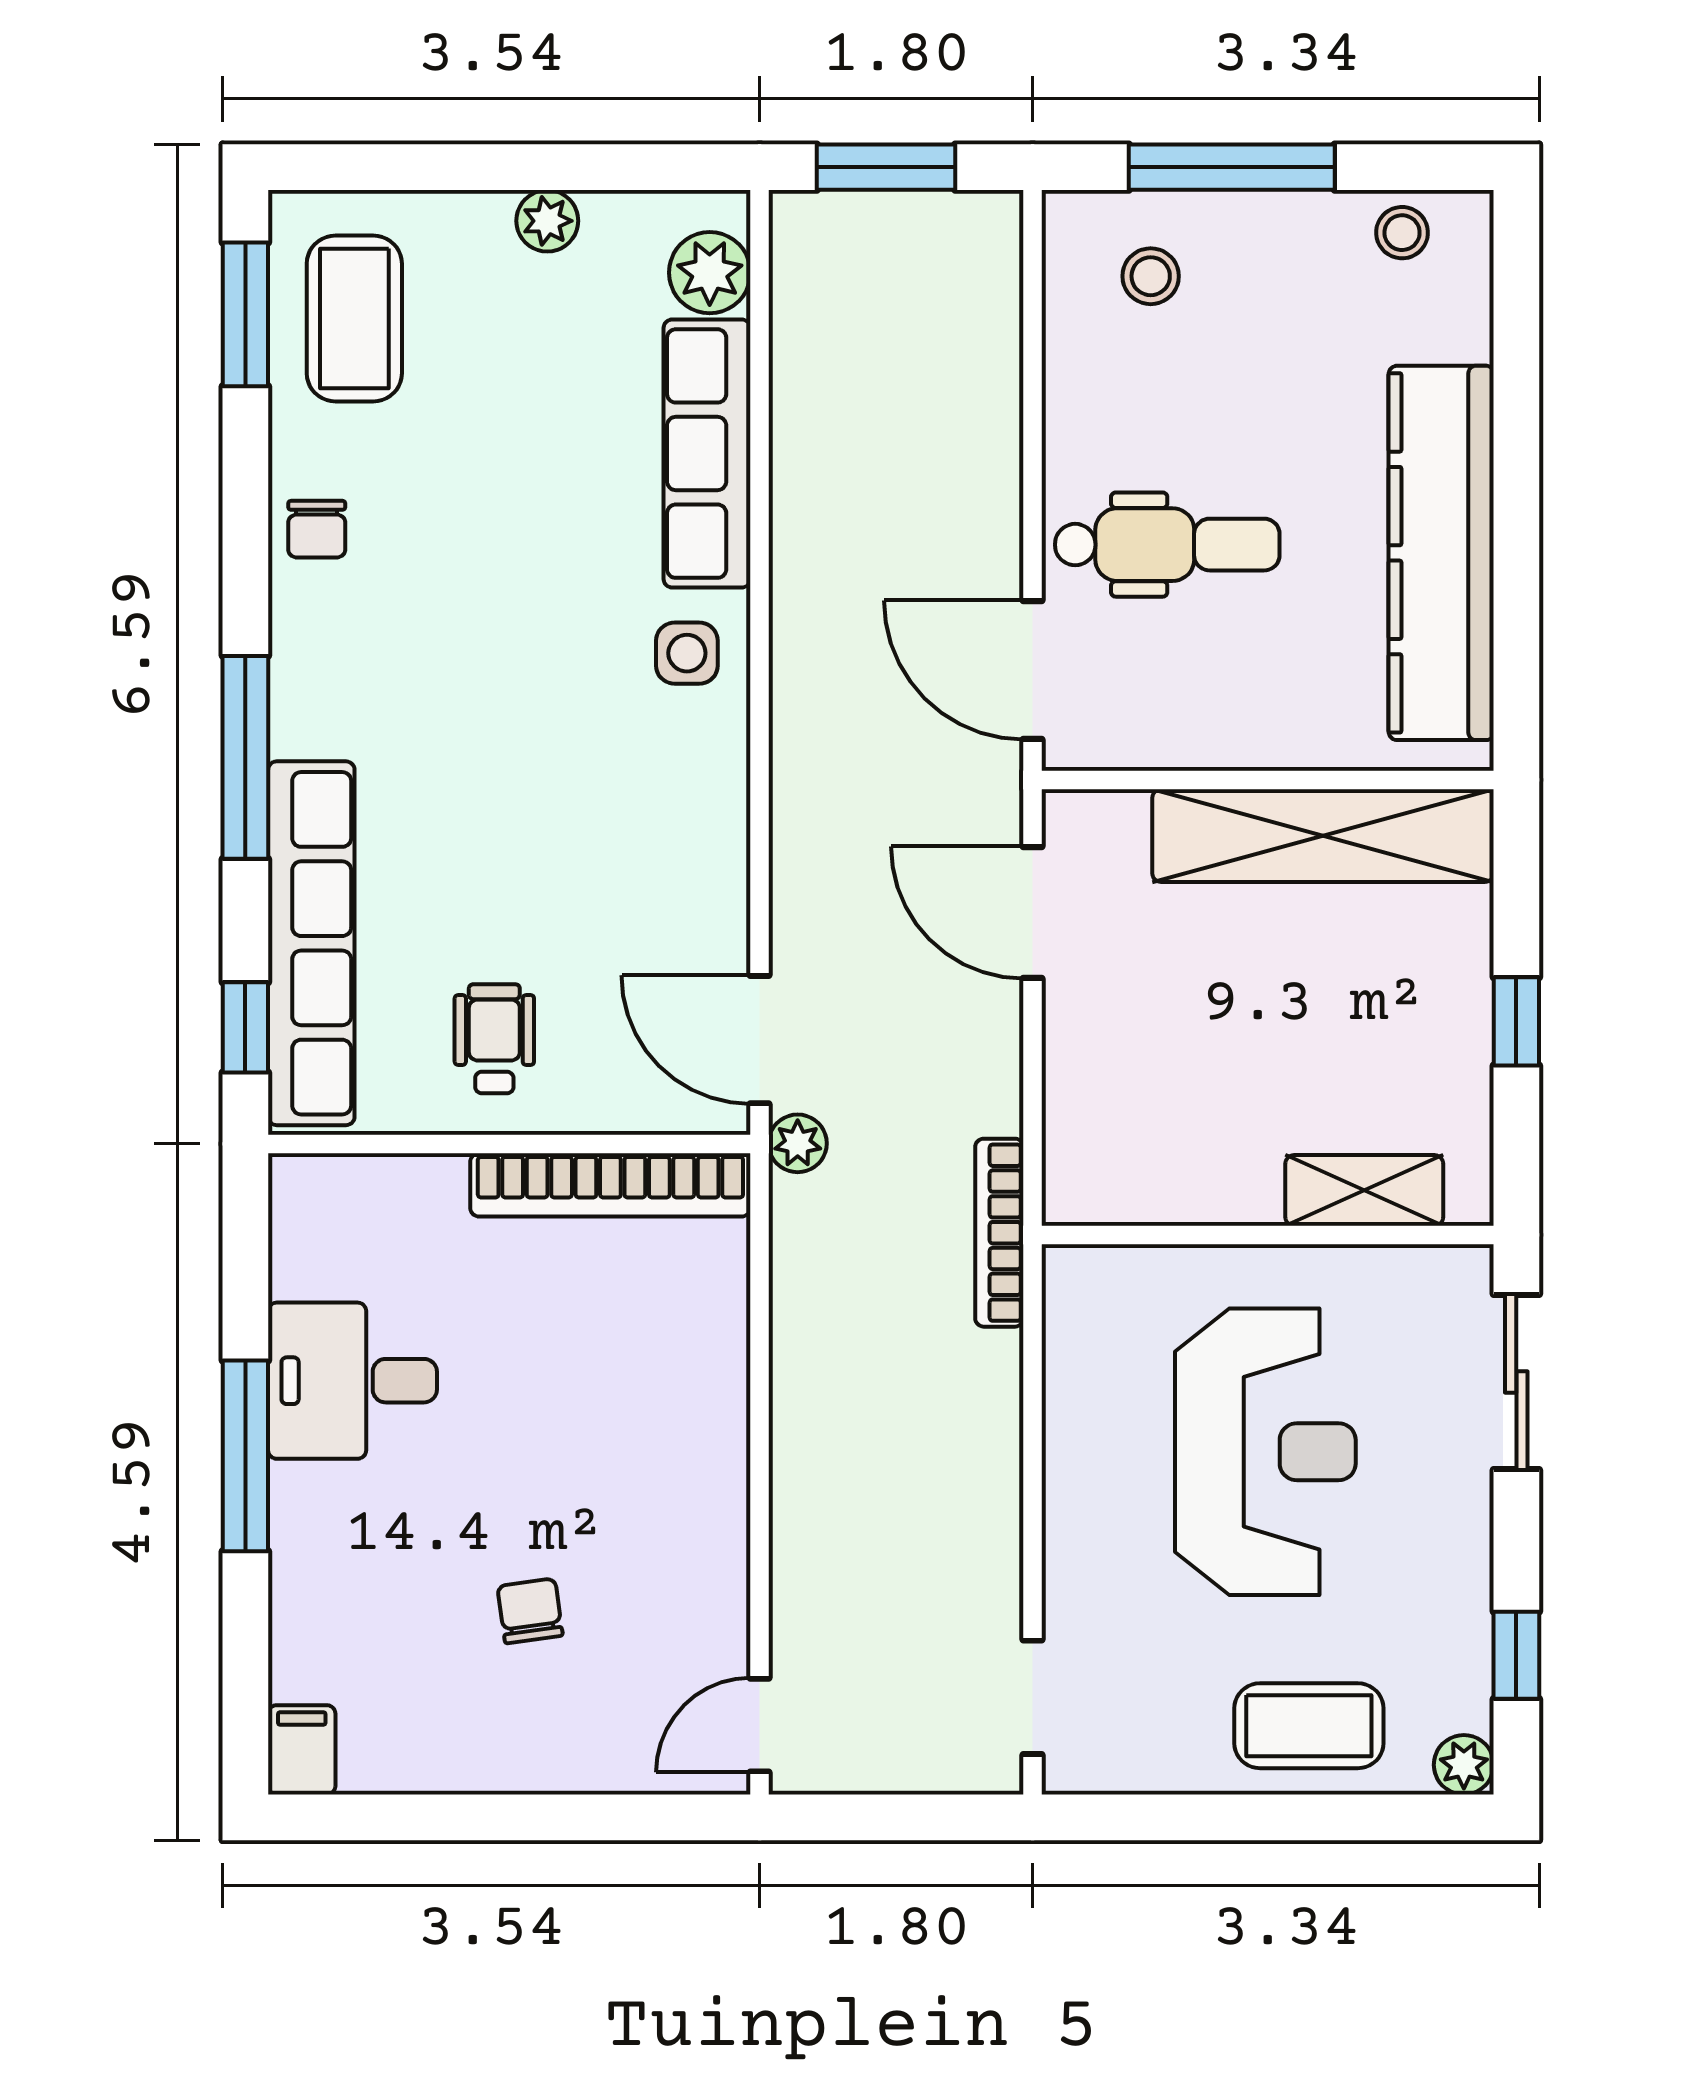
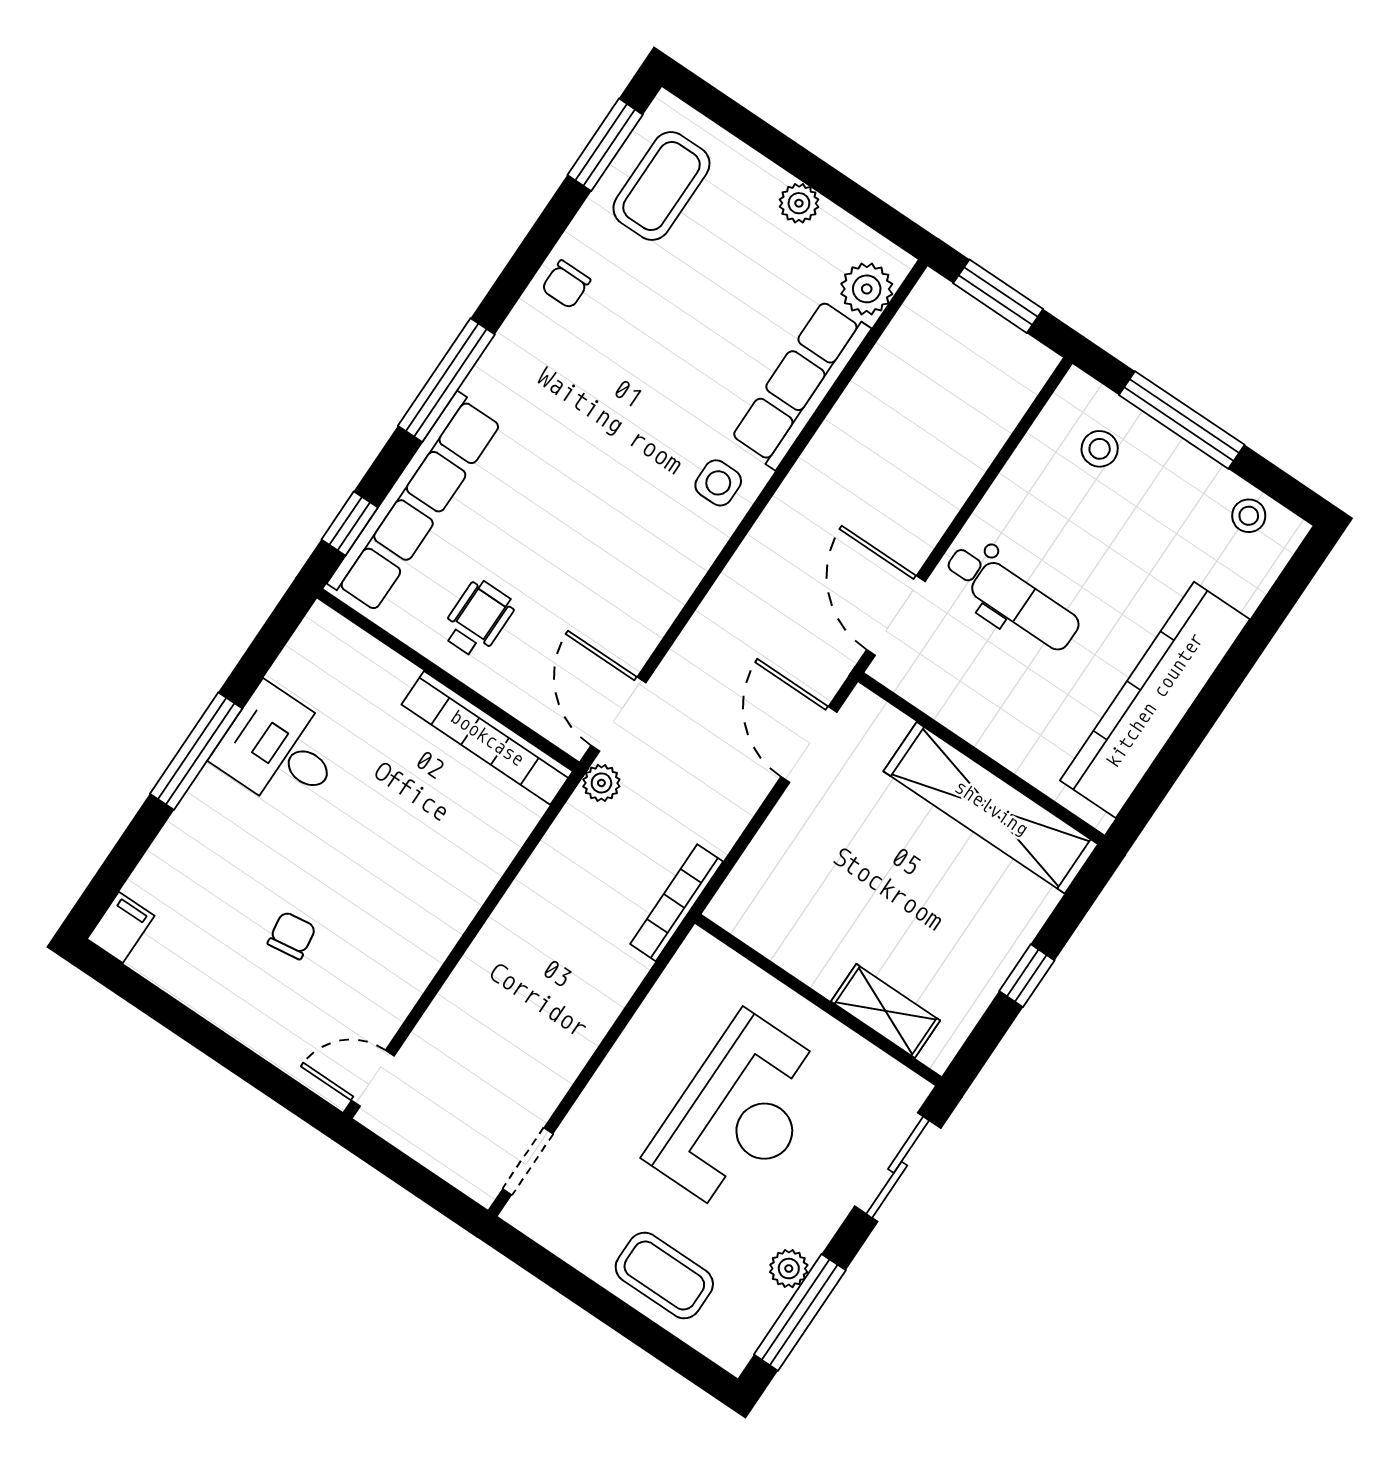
window: (1516, 1655) -> (800, 1312), width x2.17
plant: (1464, 1765) -> (789, 1269), moved

